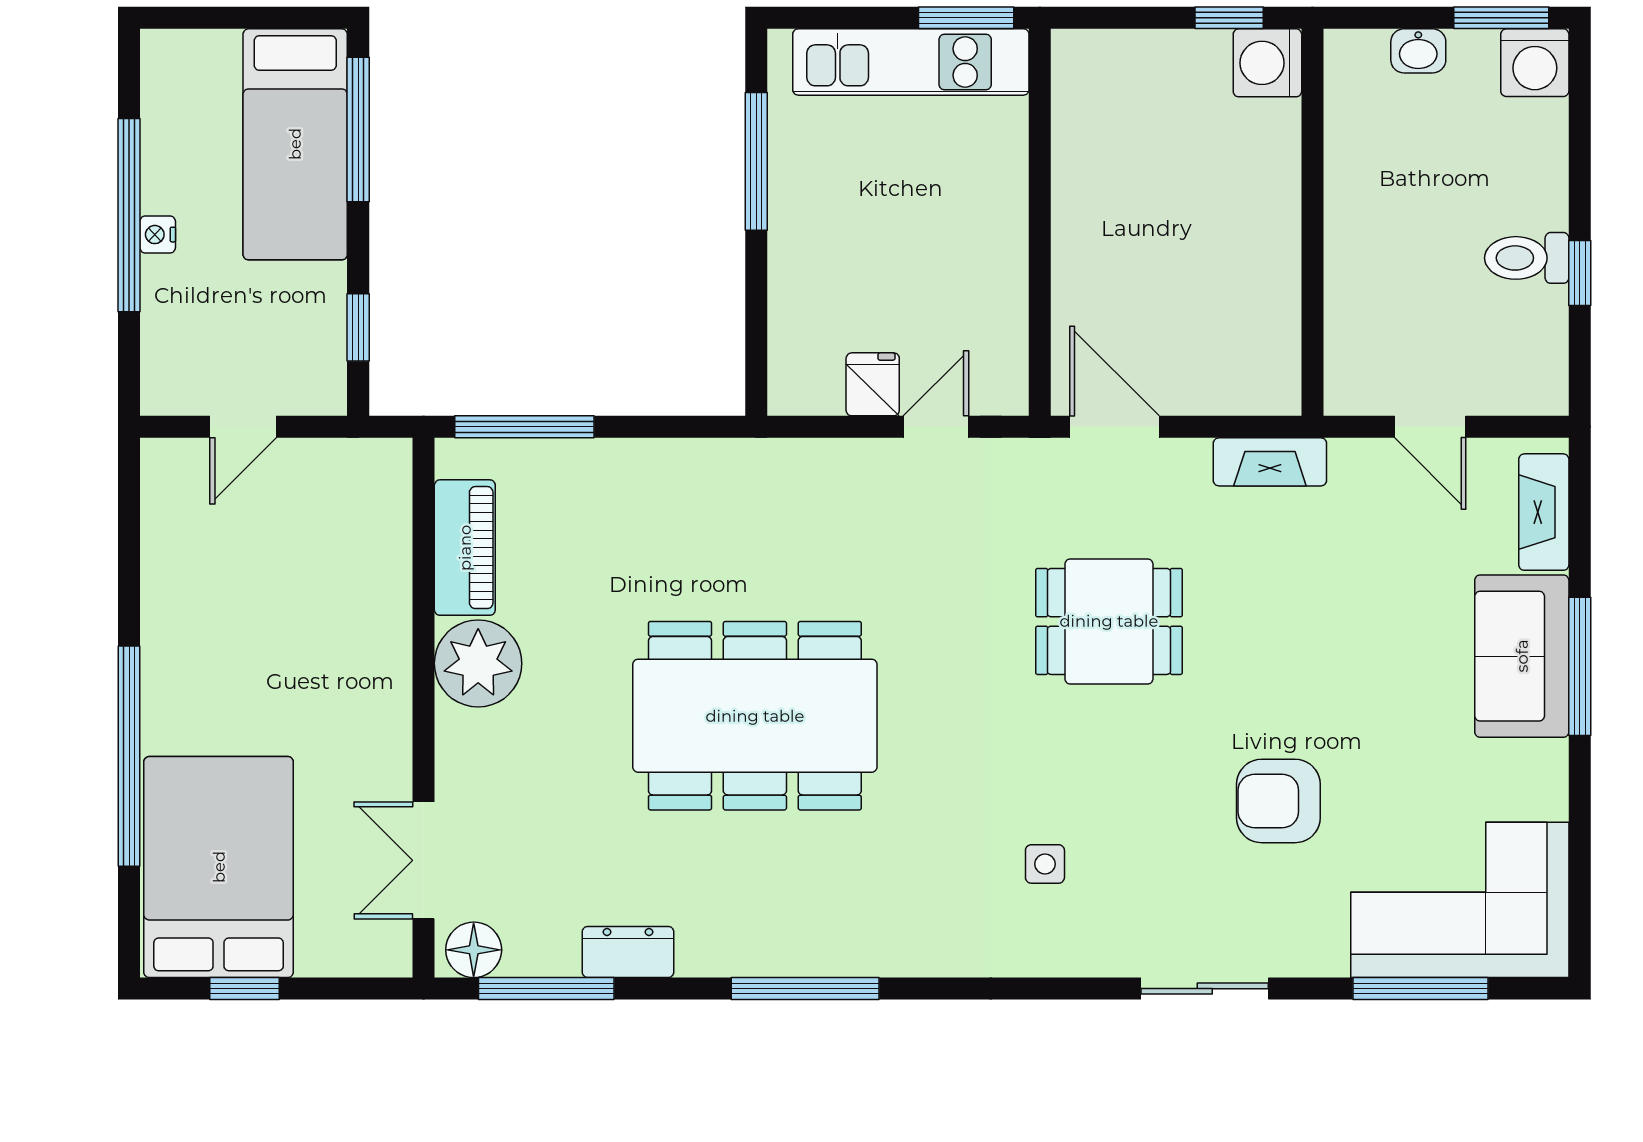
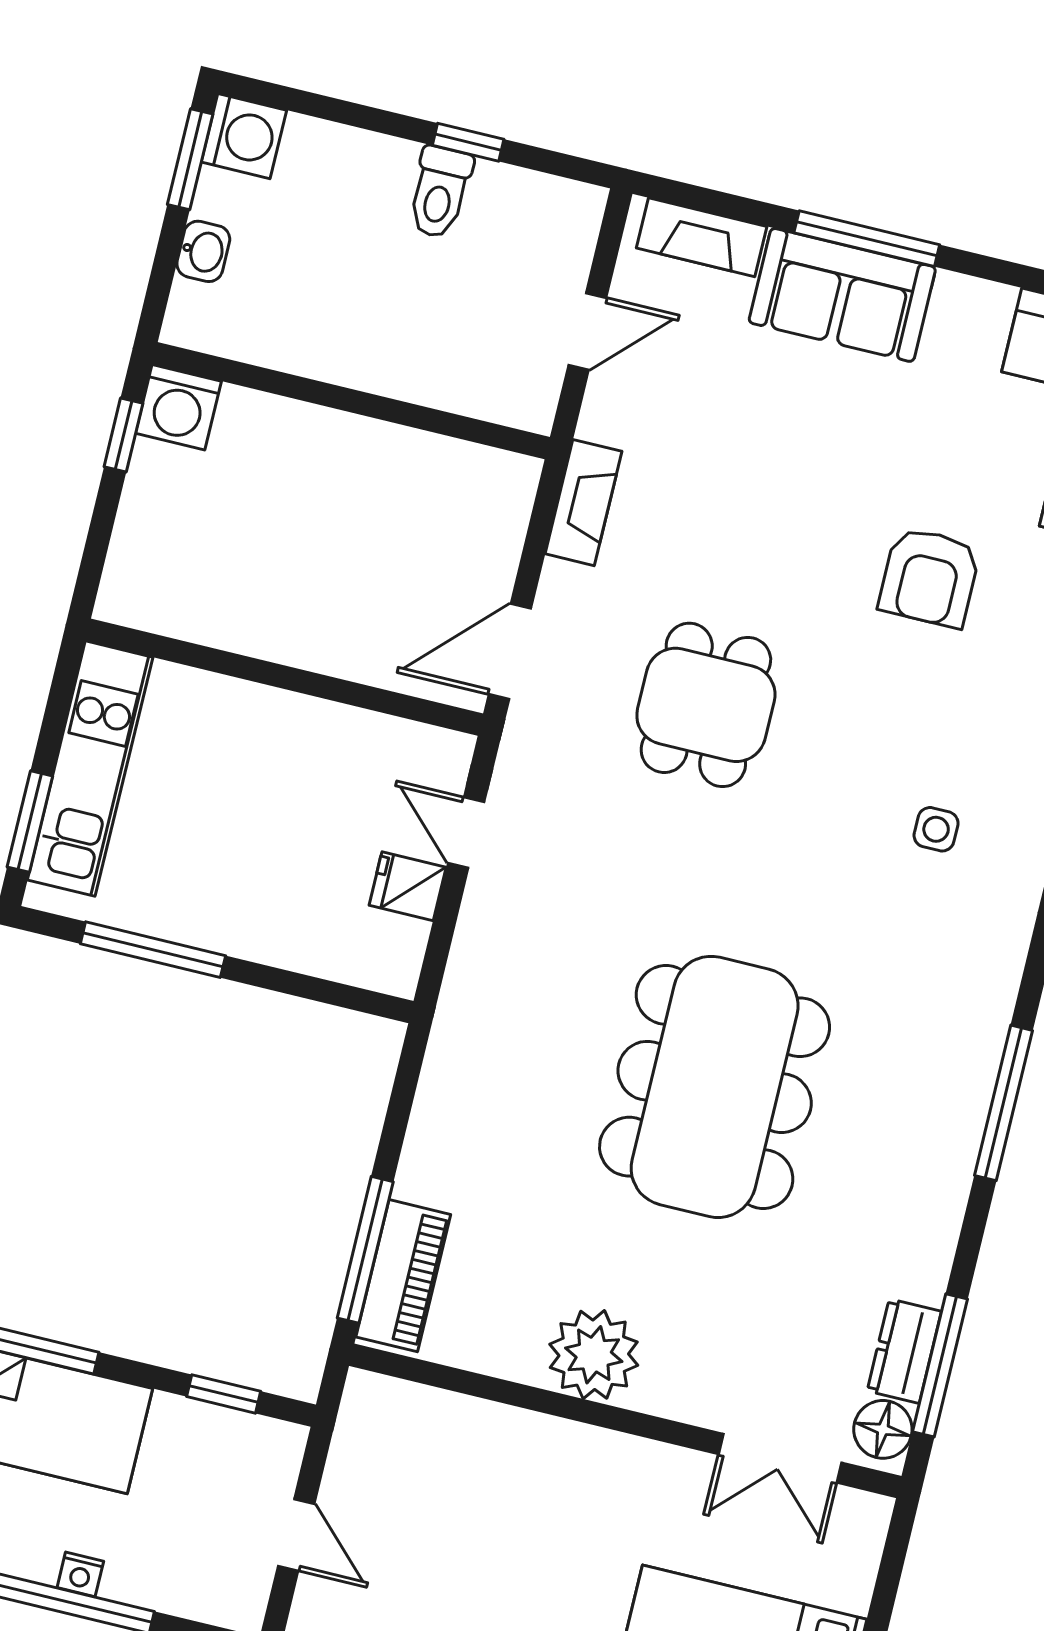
window: (966, 18) -> (30, 822), moved
piano: (465, 548) -> (403, 1276), moved, turned 90
dresser: (628, 952) -> (904, 1351), moved

